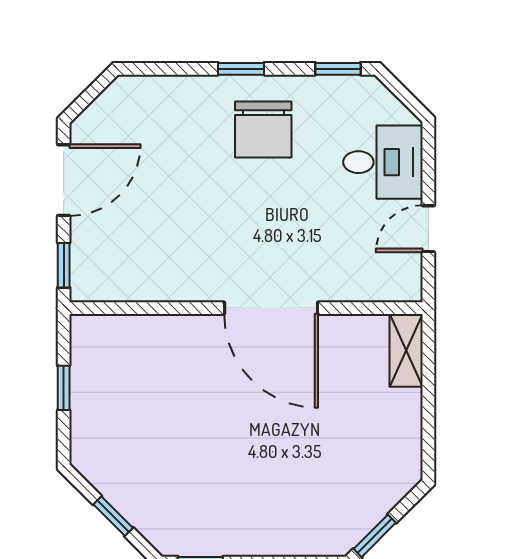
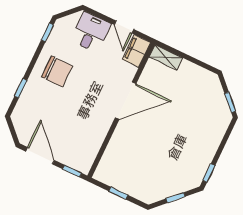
window: (241, 69) -> (21, 88), moved
filing cabinet: (390, 280) -> (136, 51), added

